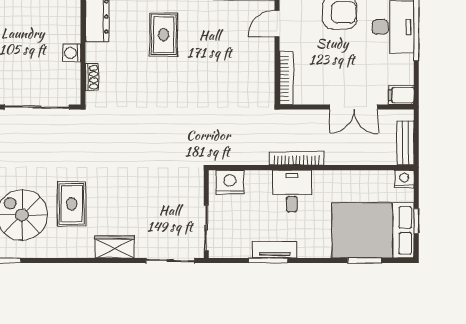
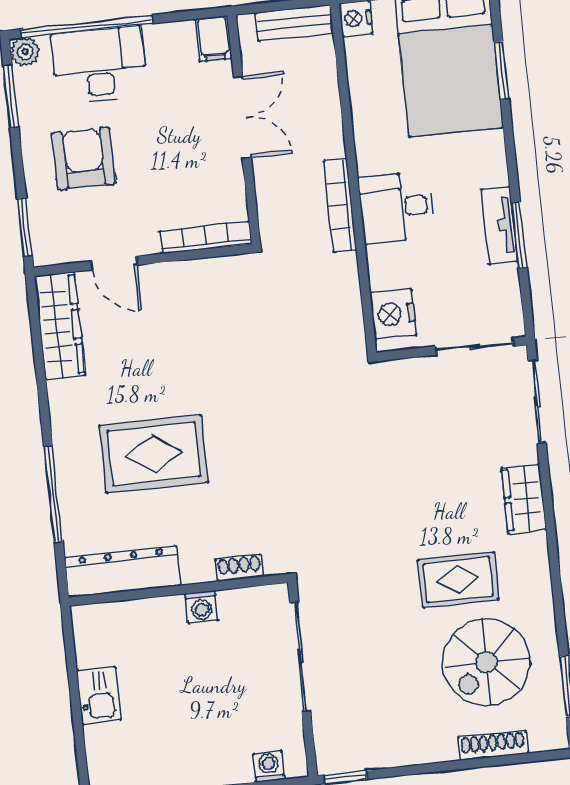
rug: (164, 35) -> (154, 454), width x1.36, depth x1.43

